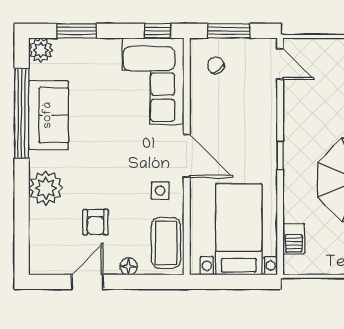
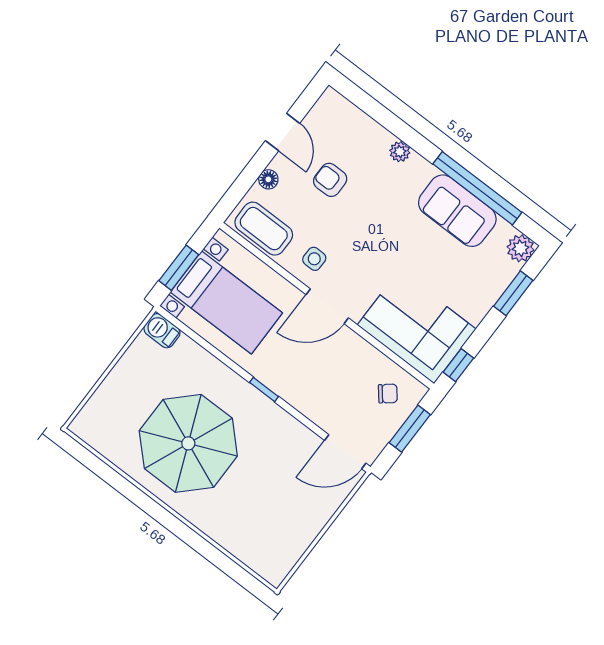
door: (280, 64) -> (345, 452), width x1.38
plant: (46, 188) -> (400, 152), width x0.53, depth x0.53
barbecue: (294, 239) -> (162, 331), moved
window: (240, 282) -> (179, 268), added

